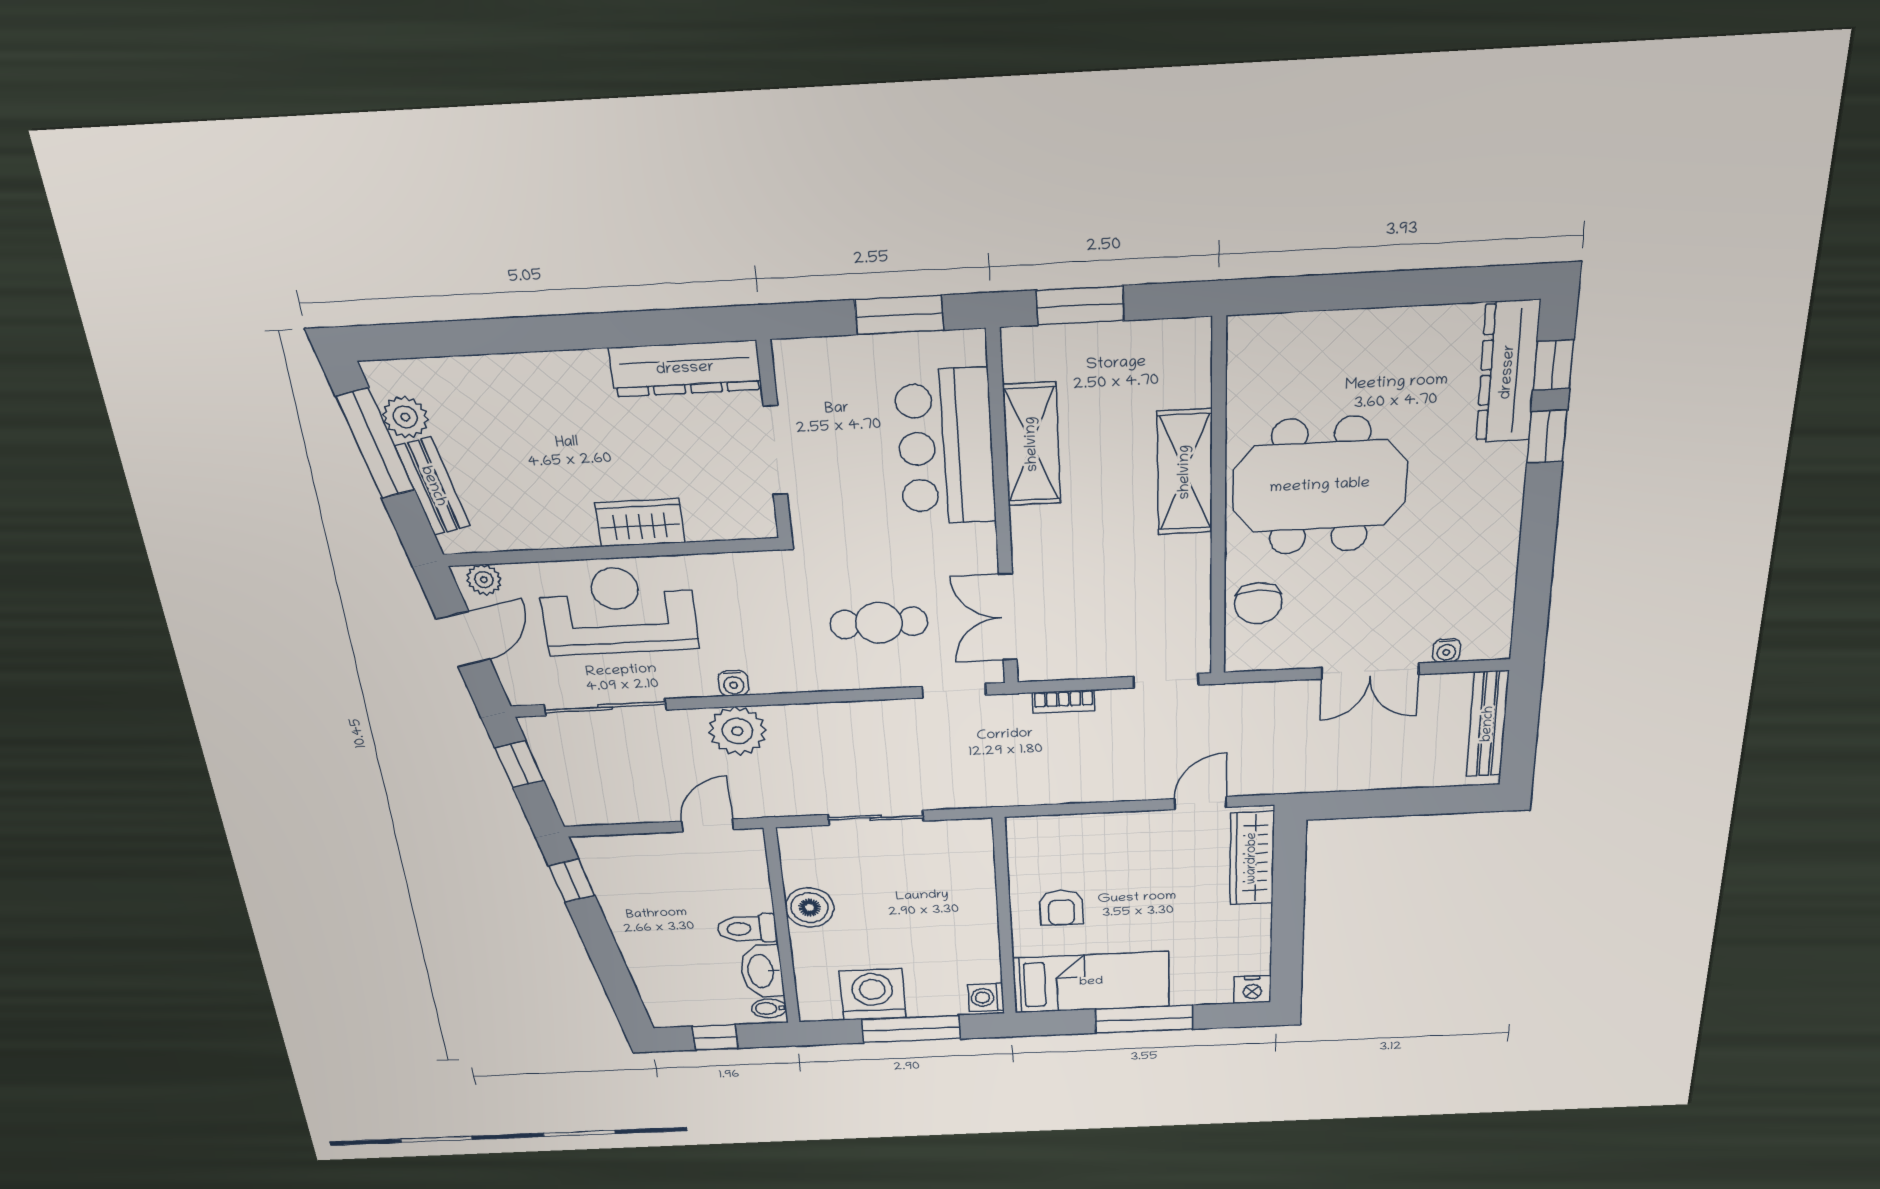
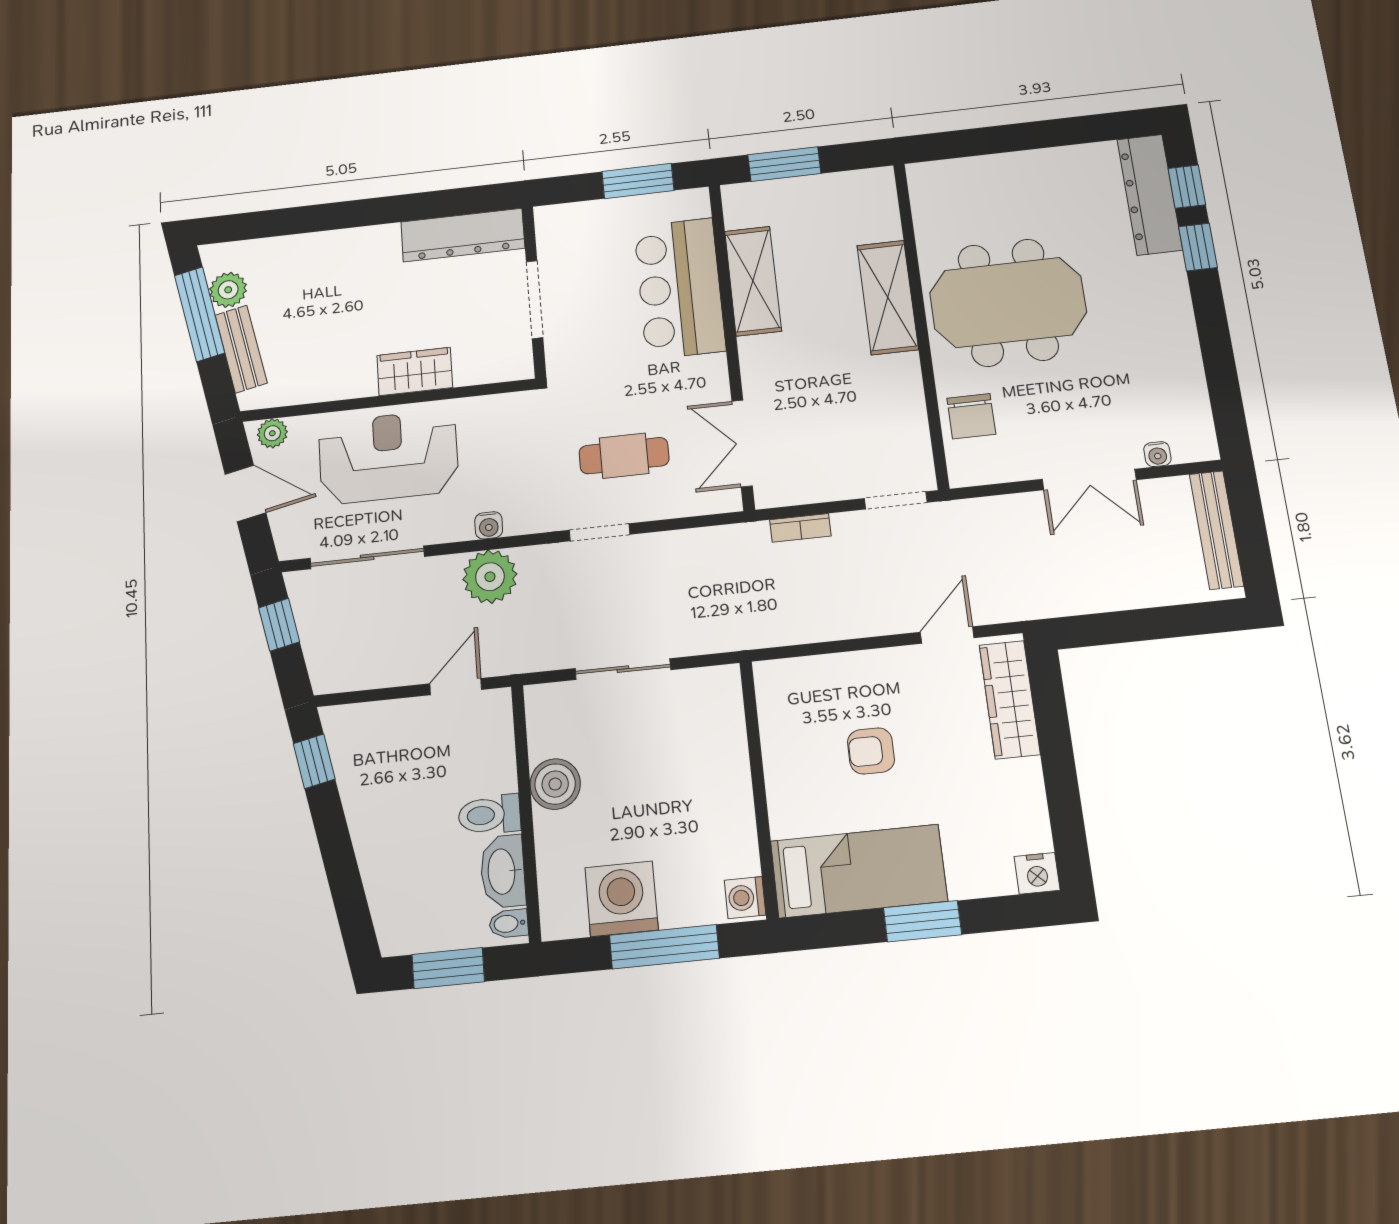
door: (463, 639) -> (245, 493), hinge flipped
doorway: (954, 691) -> (599, 532), moved
armchair: (1061, 908) -> (871, 751), moved, turned 90
window: (1144, 1019) -> (922, 921), width x0.69
window: (715, 1037) -> (448, 968), width x1.50

